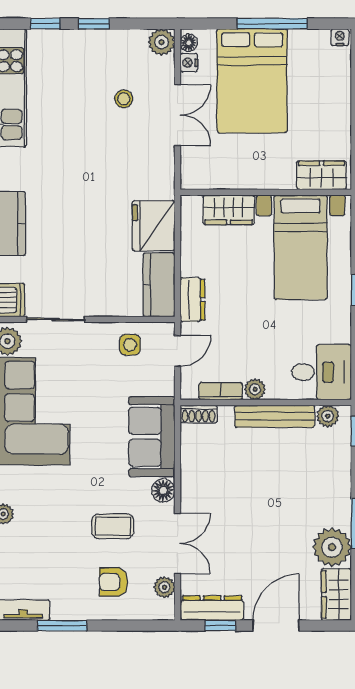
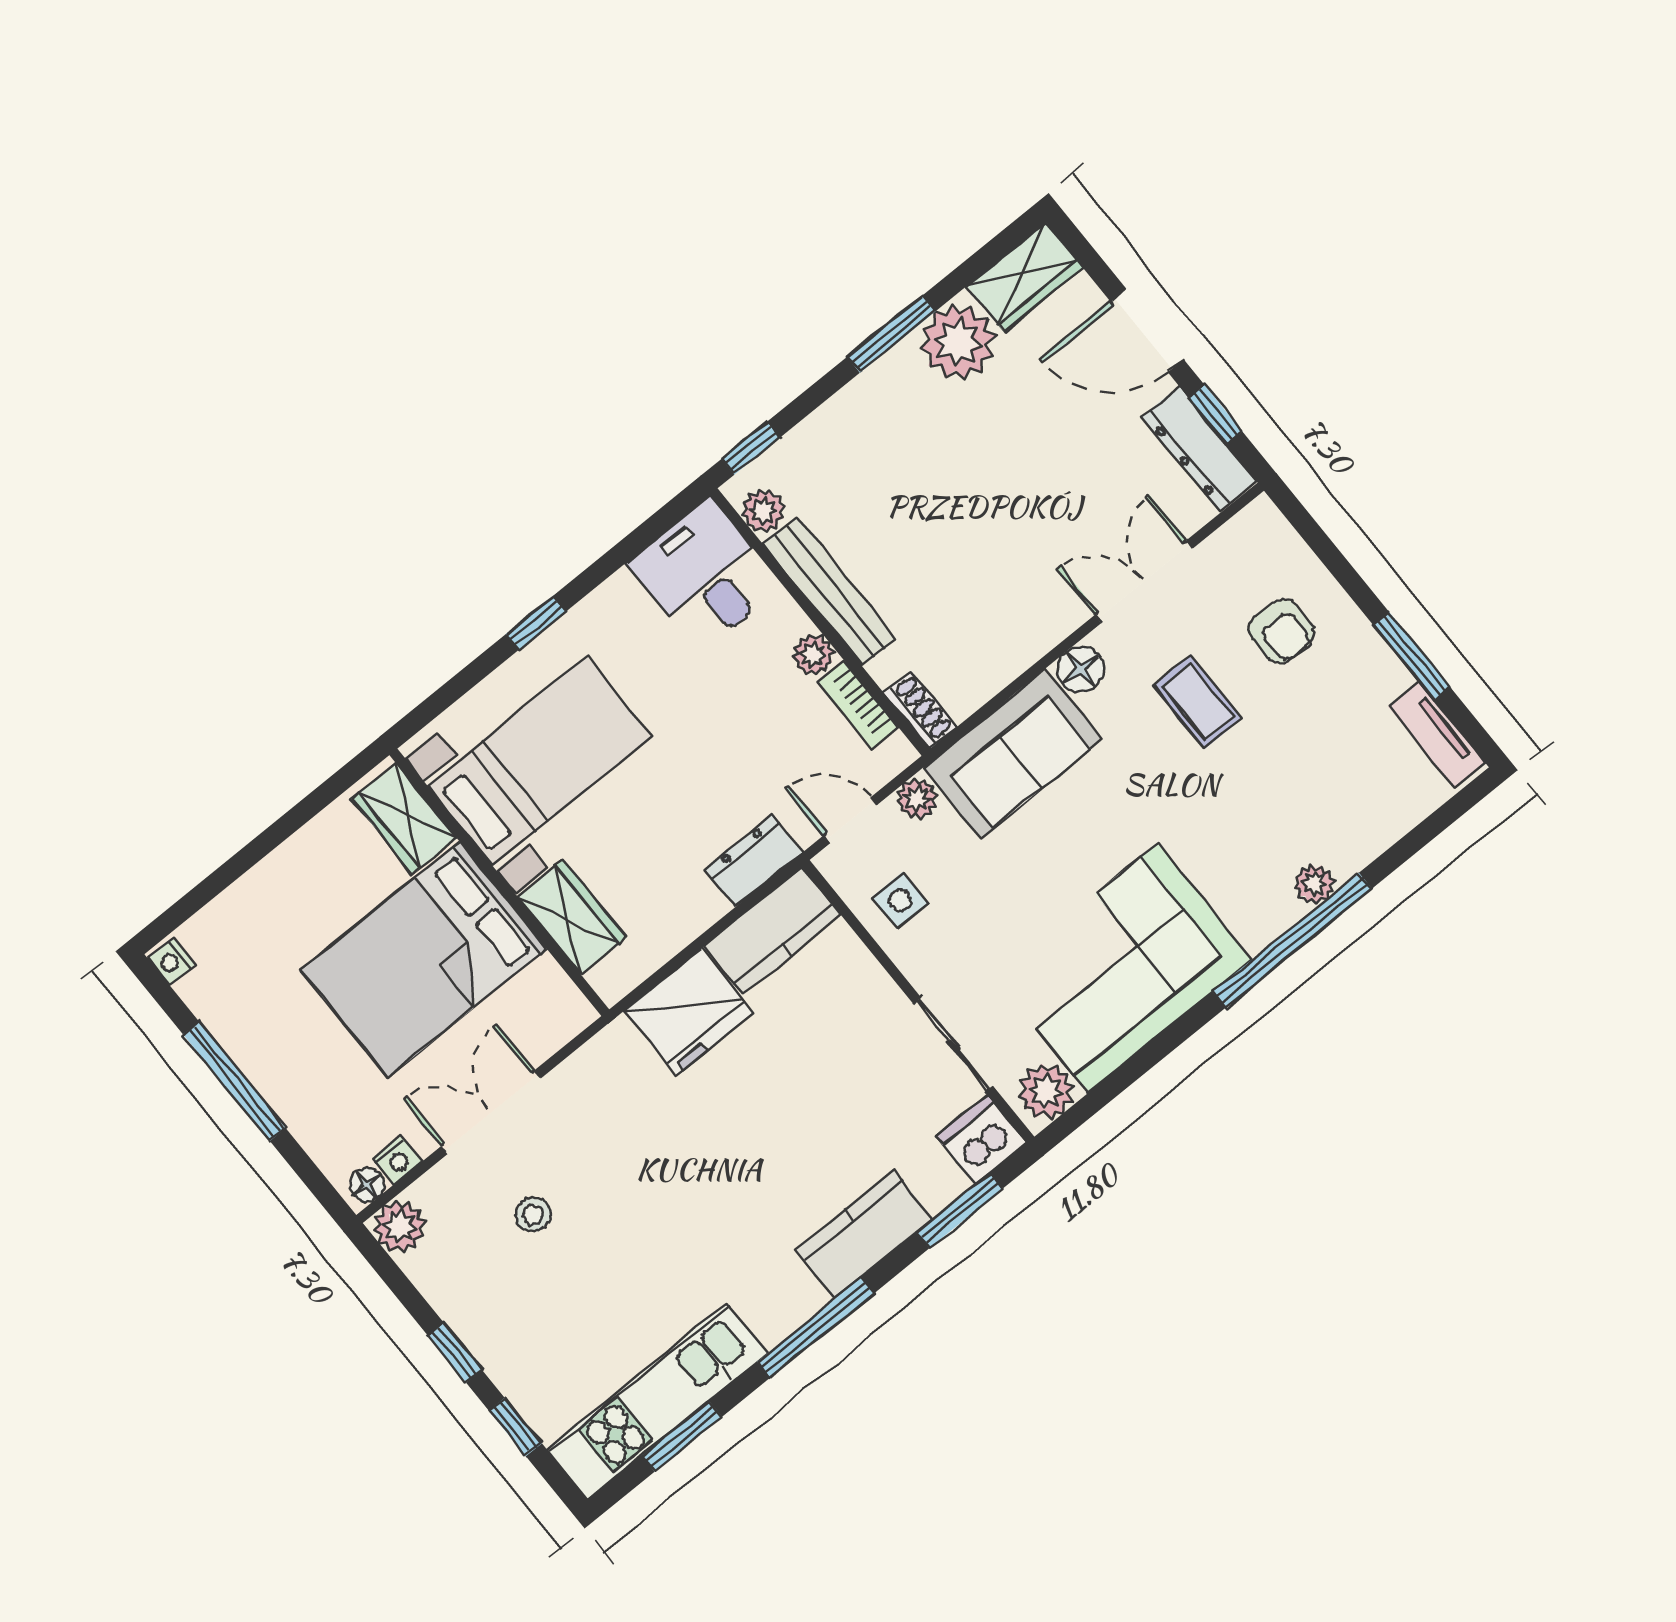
bed: (252, 81) -> (424, 959), moved, turned 180
plant: (164, 587) -> (917, 799), moved

